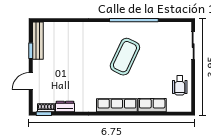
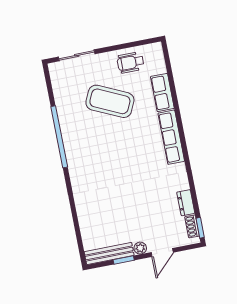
coffee table: (125, 57) -> (110, 101), moved
plant: (37, 65) -> (140, 248), added
door: (31, 81) -> (162, 252), hinge flipped
wheelchair: (180, 85) -> (130, 62), turned 180

